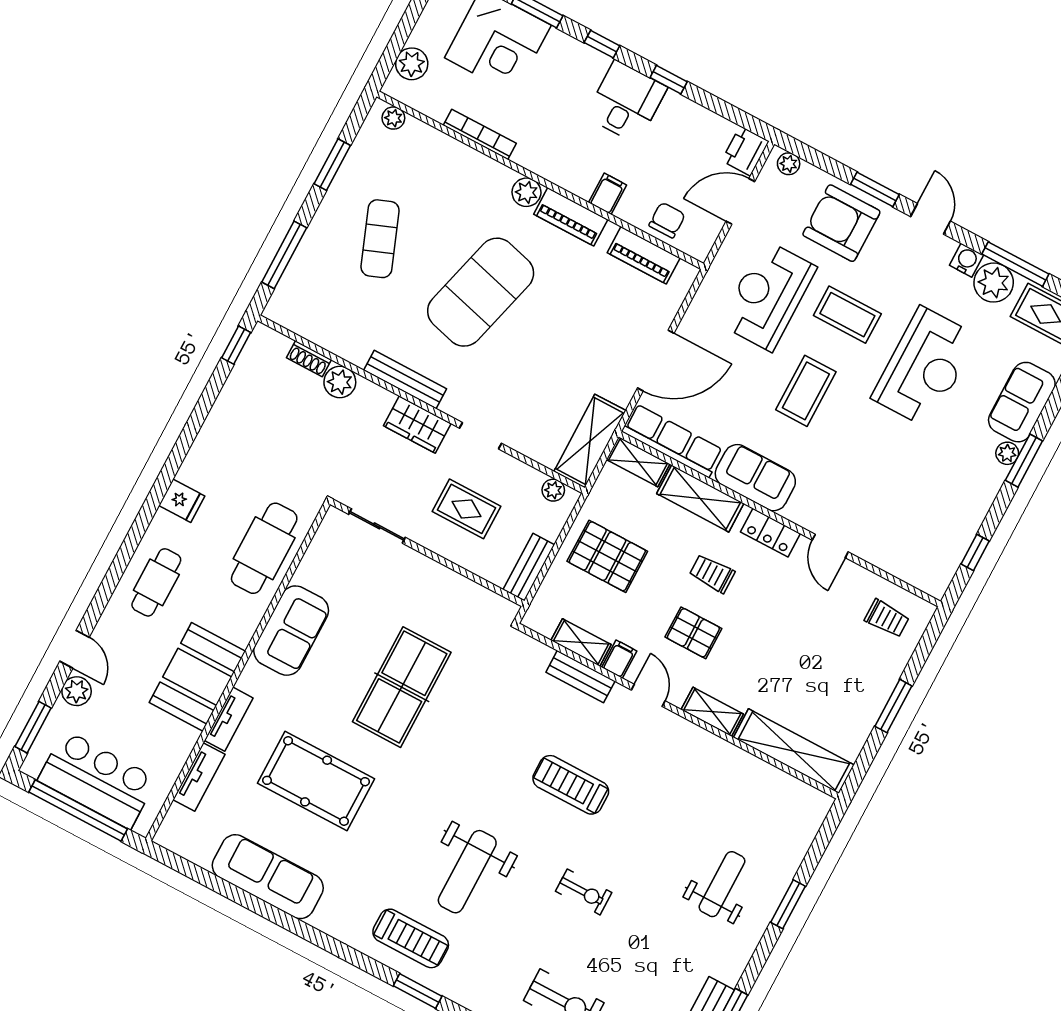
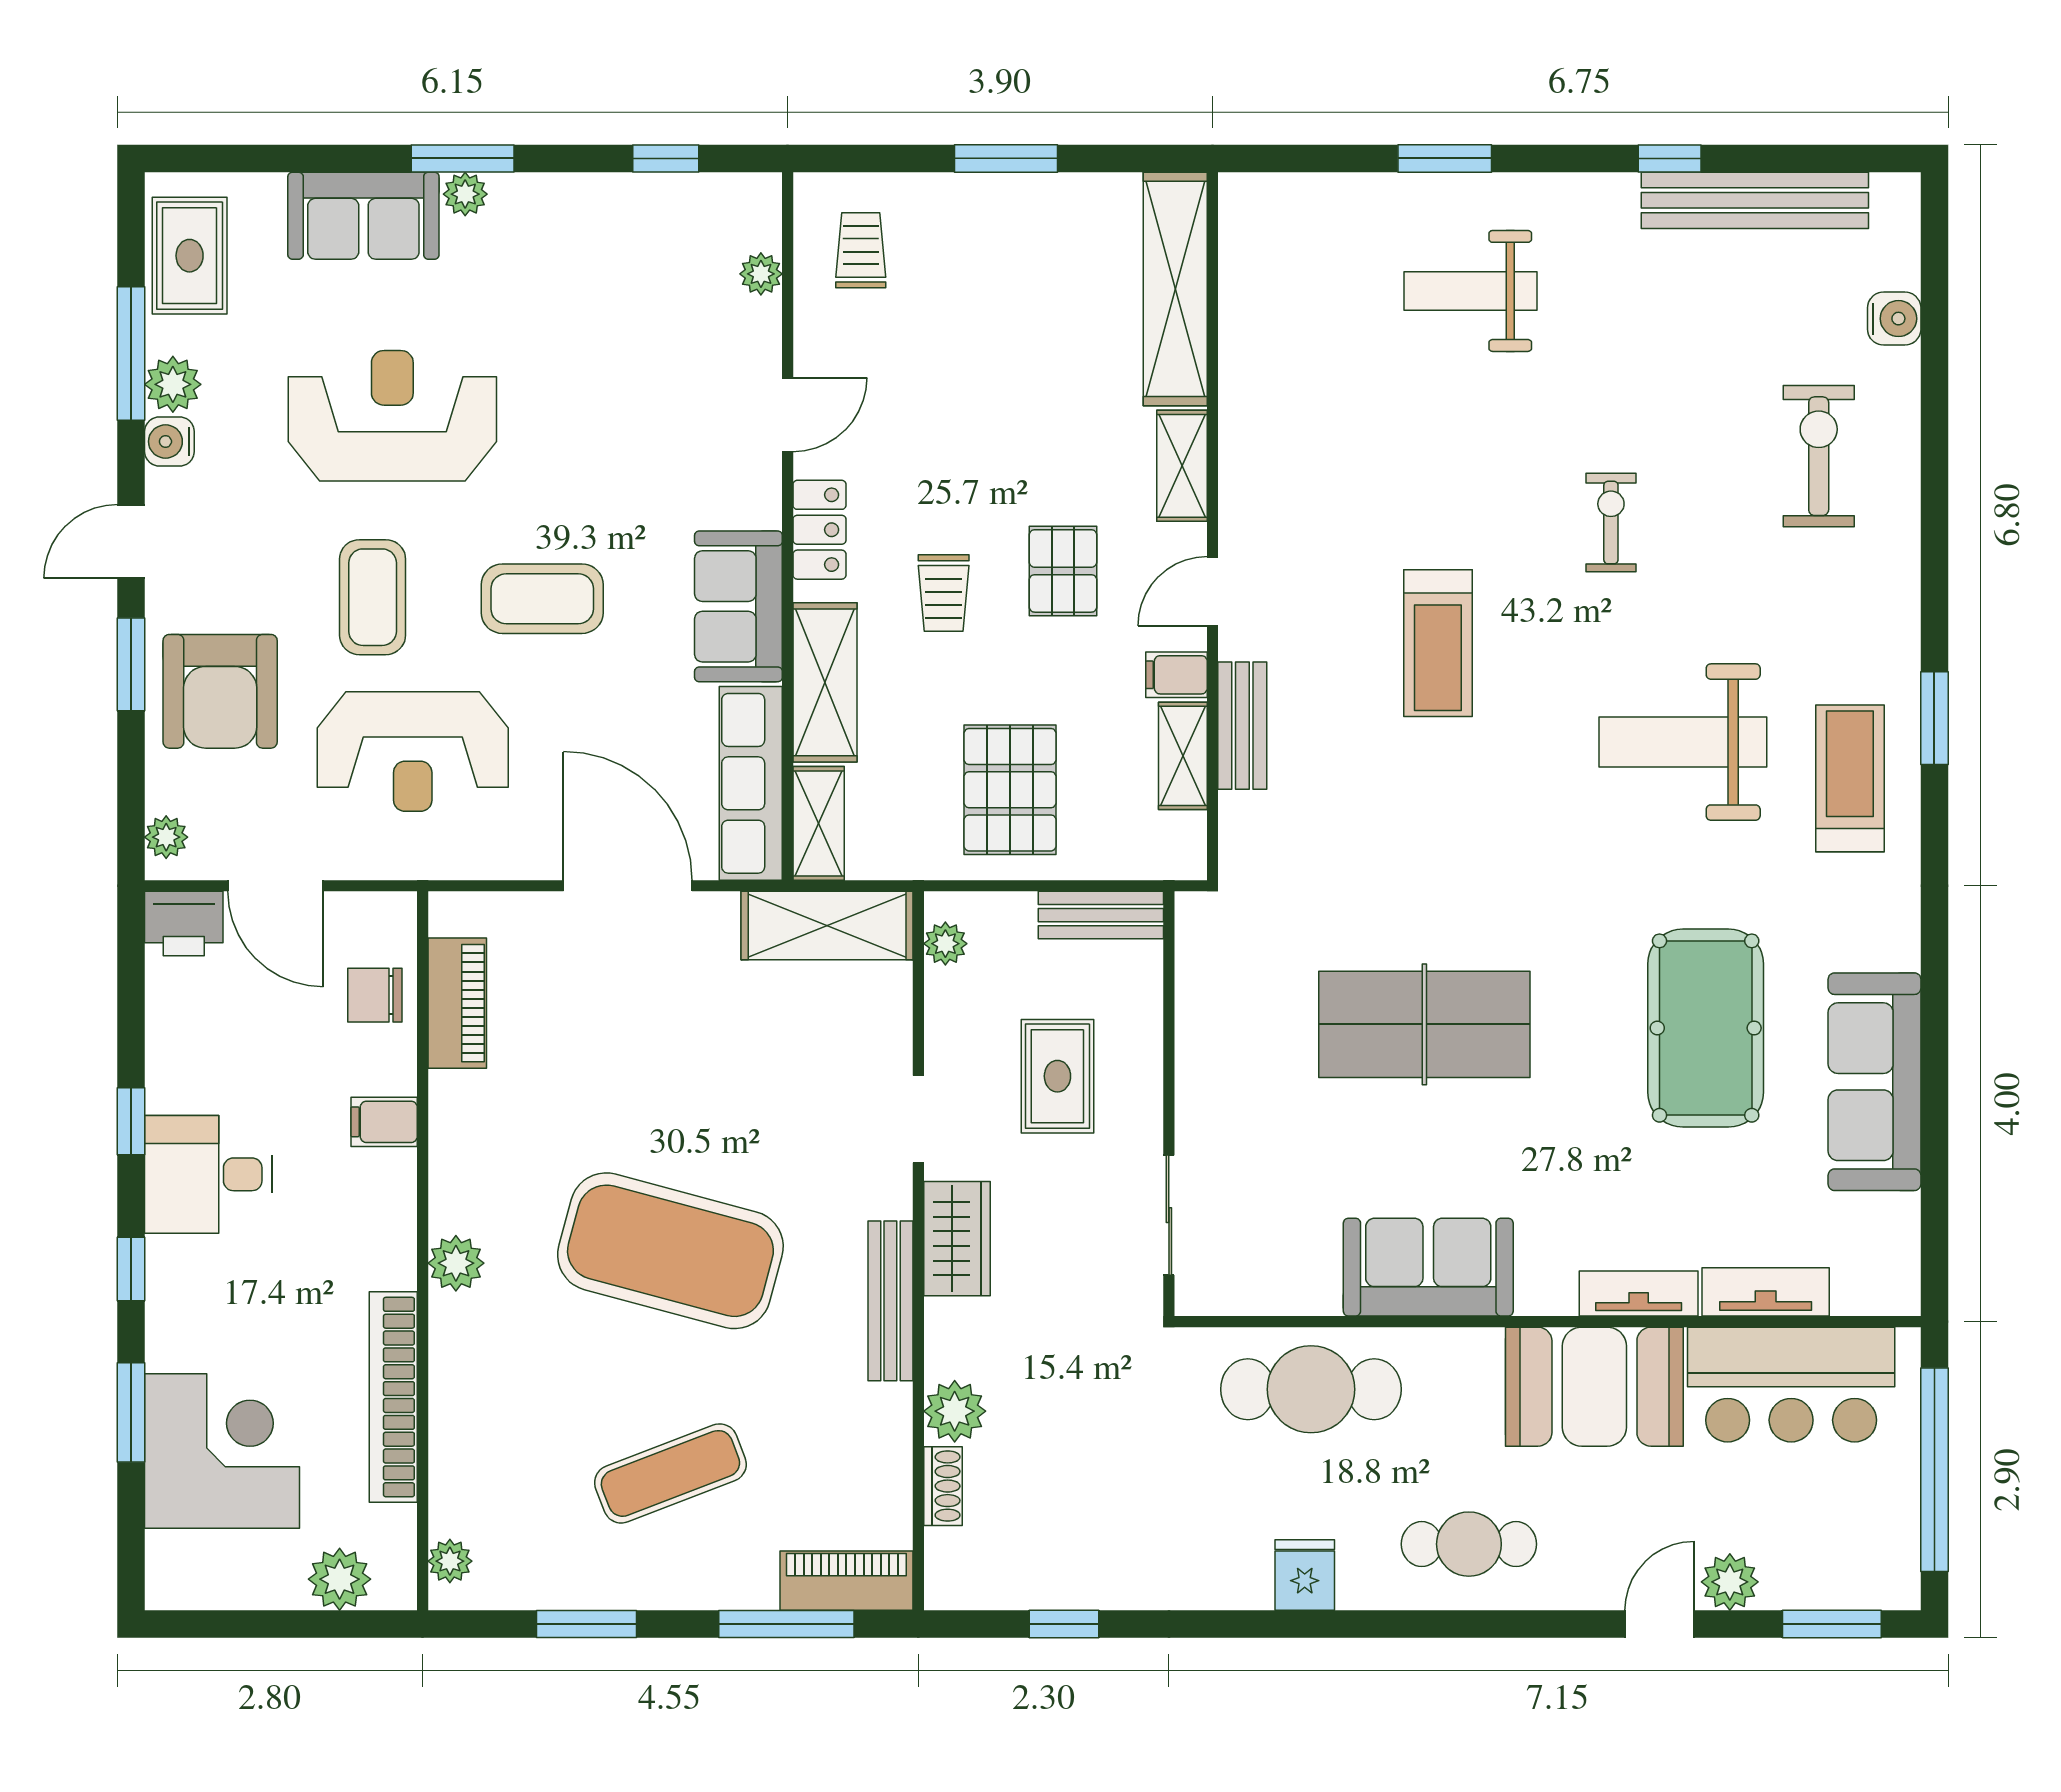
bookcase: (480, 134) -> (393, 1397), width x1.48, depth x1.31
piano: (571, 217) -> (846, 1581), moved, turned -90
plant: (994, 283) -> (173, 384), width x0.73, depth x0.73
window: (236, 345) -> (1064, 1624), moved
plant: (900, 568) -> (761, 274), added
bar counter: (97, 780) -> (1791, 1385), moved, turned -90
pool table: (316, 781) -> (1706, 1028), moved
weight bench: (467, 872) -> (1683, 742), turned 180

